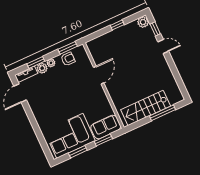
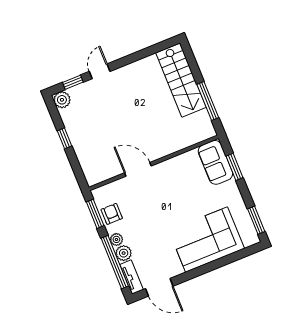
window: (36, 62) -> (115, 262), width x2.11
stairs: (146, 108) -> (181, 80), moved
window: (162, 113) -> (208, 101), moved
corner sofa: (70, 136) -> (207, 240), moved, turned 90
window: (78, 152) -> (256, 220), moved

